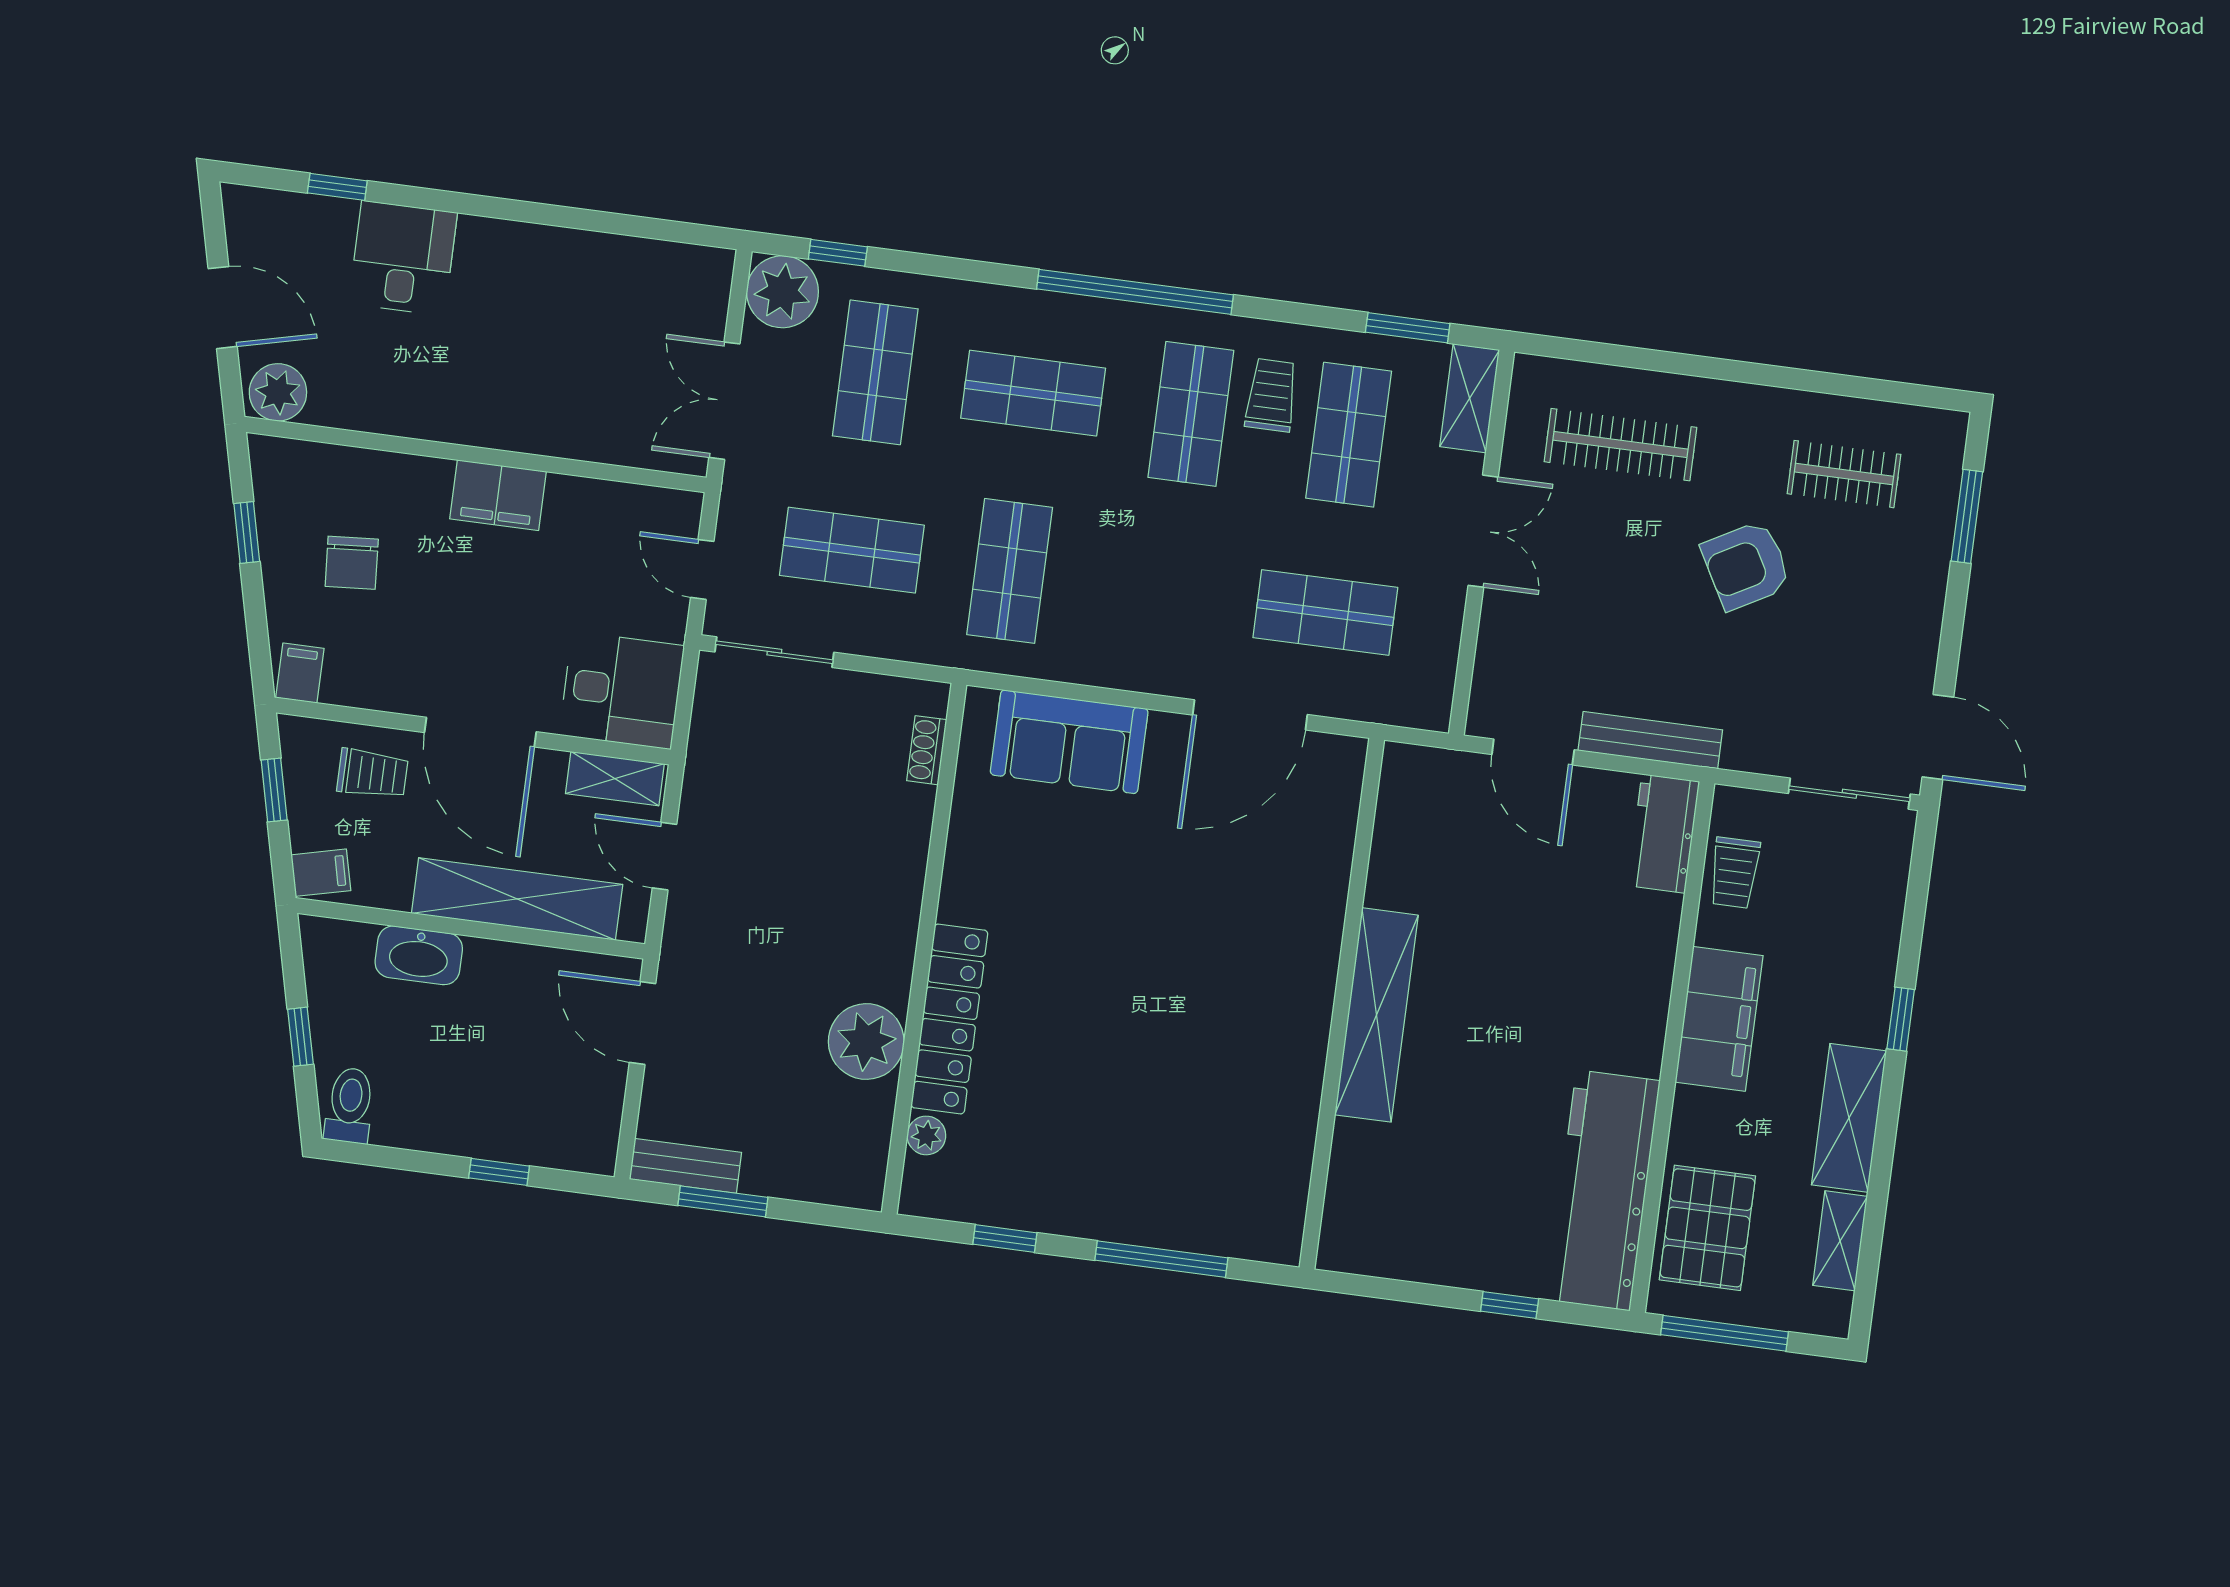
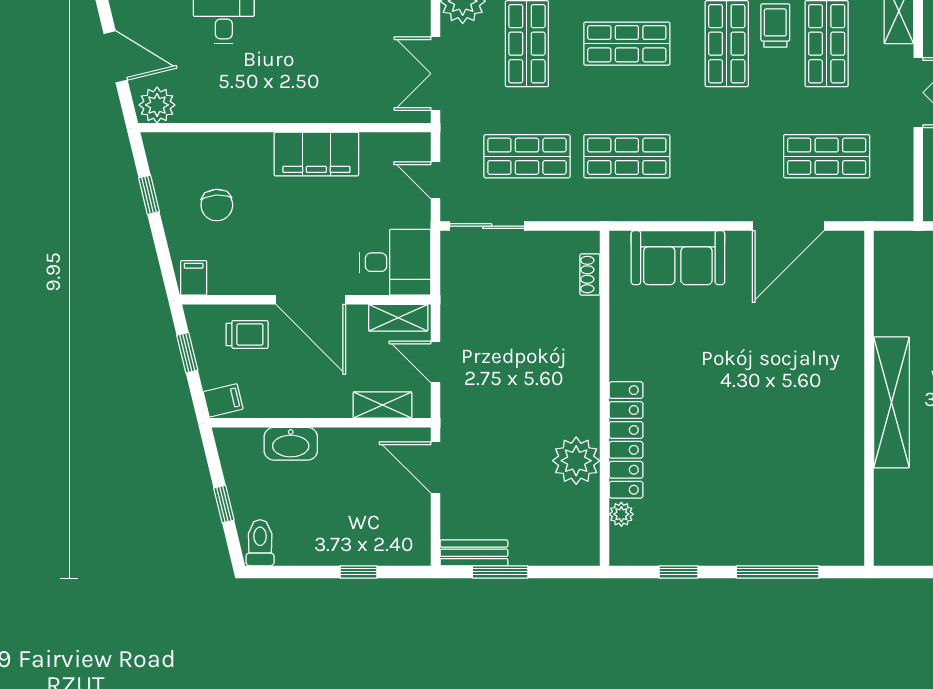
filing cabinet: (498, 495) -> (316, 154), width x1.50, depth x1.17
shop shelf: (1010, 571) -> (627, 156), turned 90
shelving: (517, 899) -> (382, 405), width x0.45, depth x0.75

